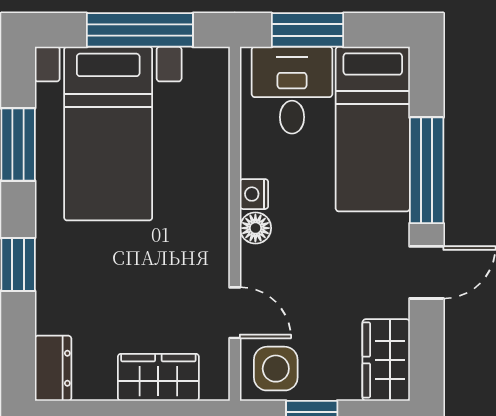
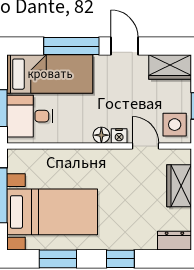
nightstand: (254, 194) -> (119, 136), moved
door: (235, 313) -> (146, 146), hinge flipped

